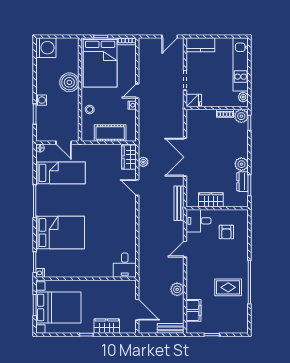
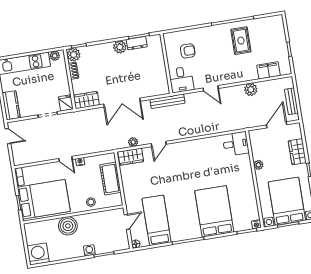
wardrobe: (211, 200) -> (86, 100), moved, turned 90
plant: (100, 285) -> (258, 165), added
bench: (171, 328) -> (291, 101), moved

